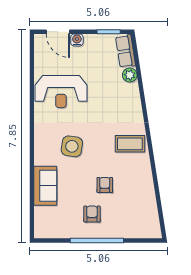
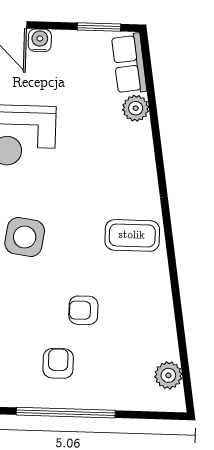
armchair: (105, 185) -> (83, 310), turned -90
plant: (152, 219) -> (168, 375), added

